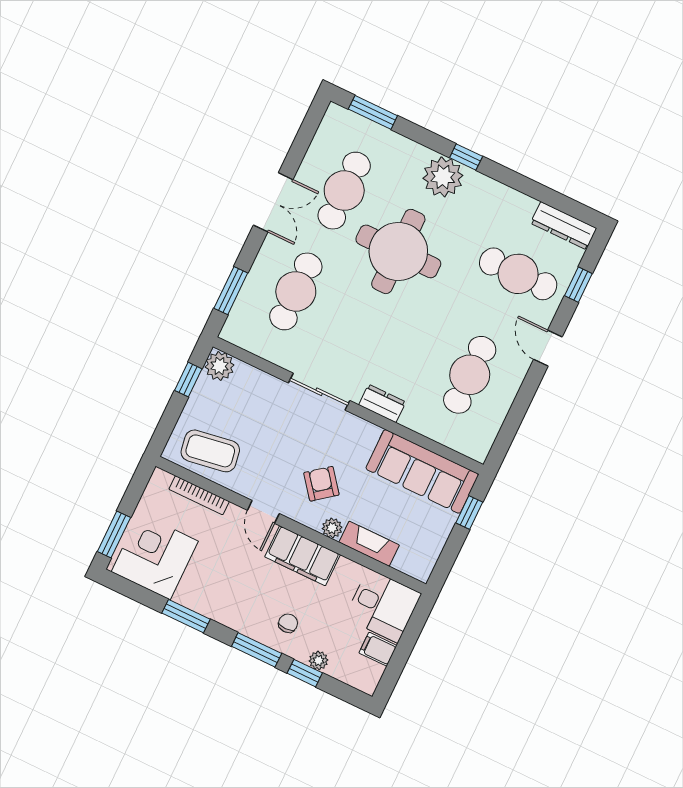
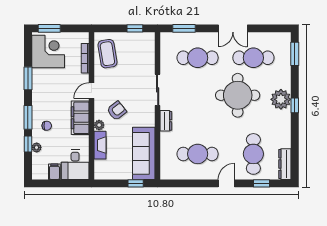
plant: (220, 366) -> (148, 40), removed

